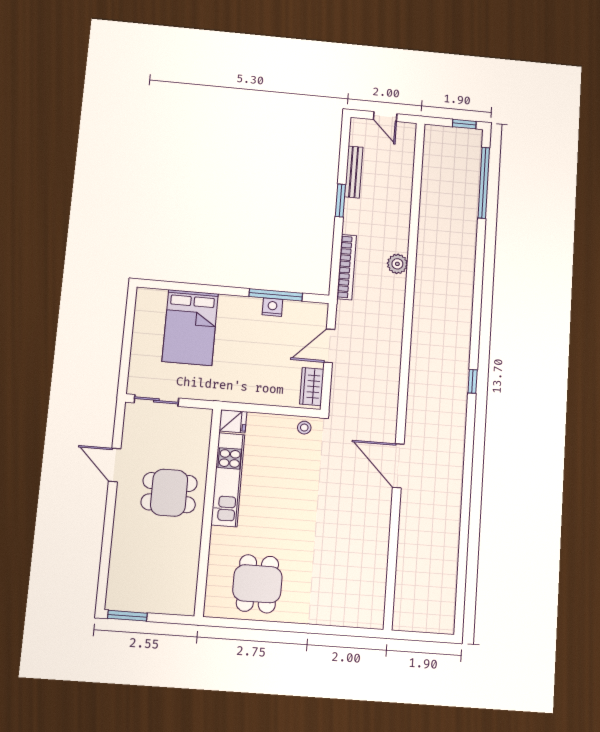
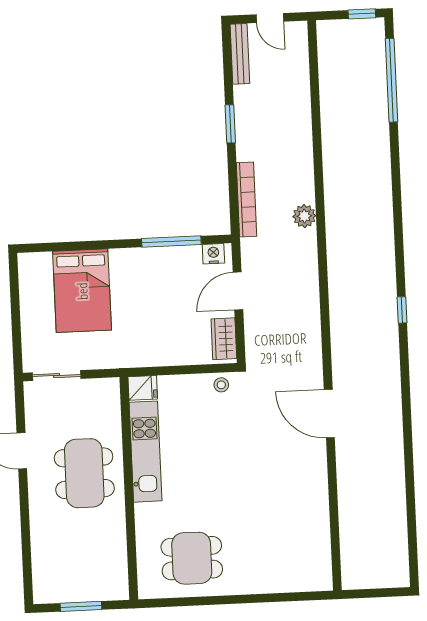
bench: (354, 172) -> (240, 54), moved
plant: (397, 264) -> (304, 216), moved
nightstand: (272, 307) -> (213, 254), moved
dining table: (169, 493) -> (84, 473), width x1.37
dining table: (257, 584) -> (192, 558), turned 90
window: (127, 616) -> (81, 606), moved

